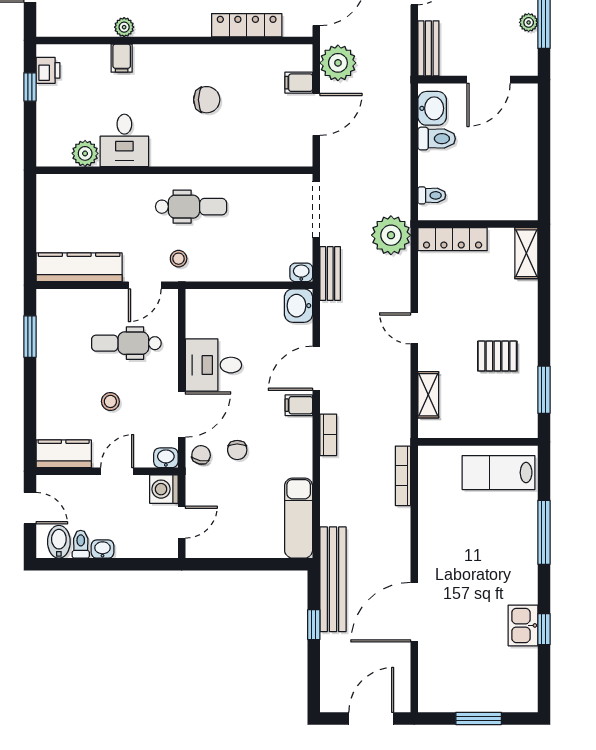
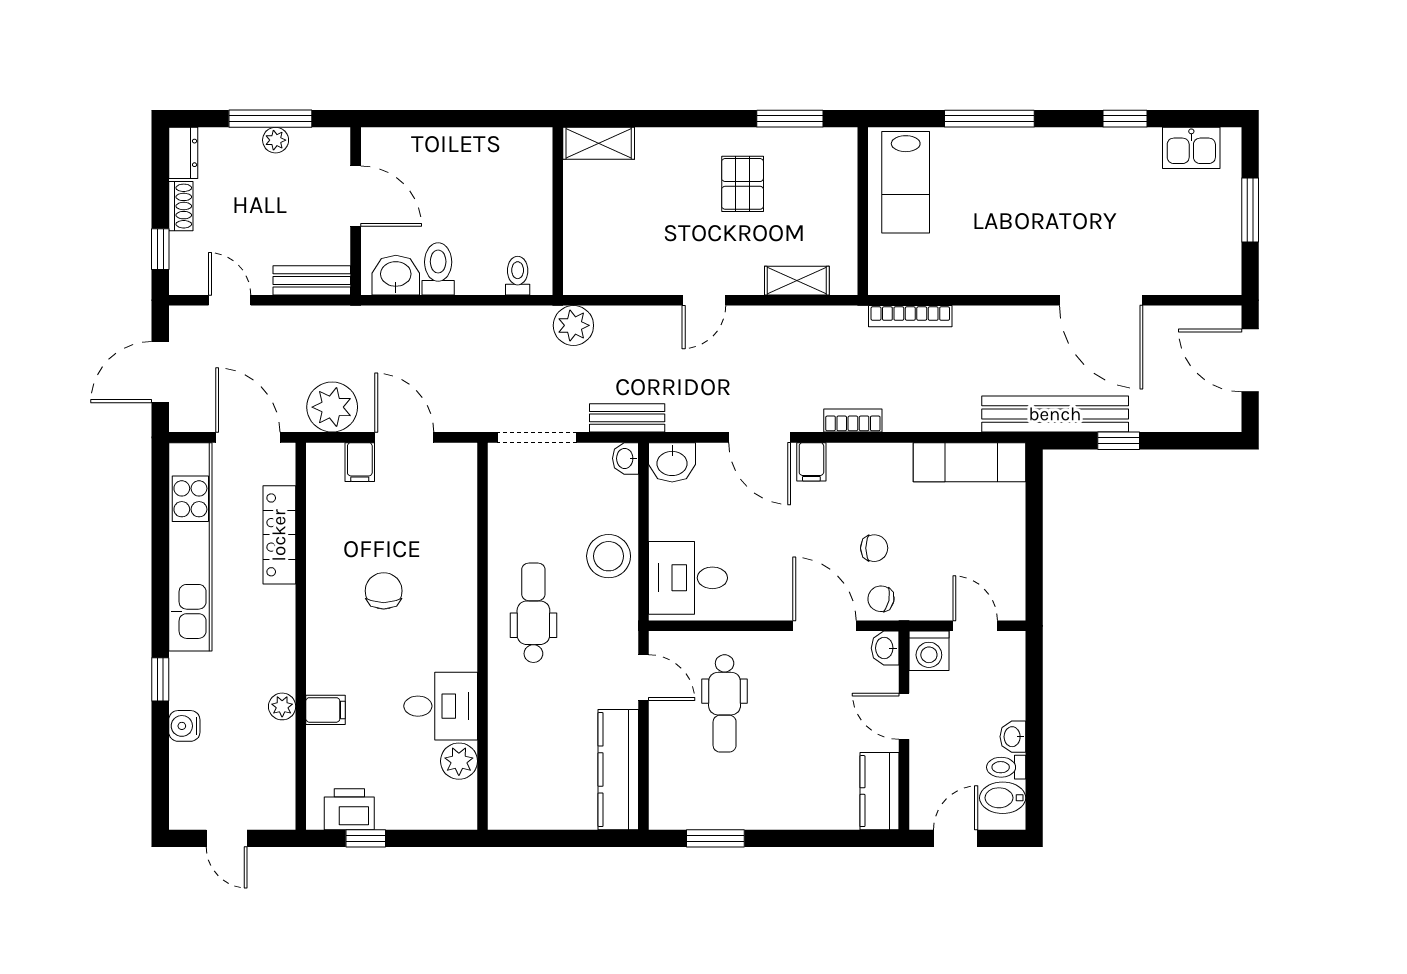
printer: (48, 70) -> (349, 809), width x1.36, depth x1.24
plant: (391, 235) -> (573, 325), width x0.73, depth x0.73
locker: (453, 239) -> (579, 247), removed
stool: (179, 259) -> (609, 556), moved, width x1.89, depth x1.89
desk: (213, 365) -> (688, 578), moved, turned 90
stool: (110, 401) -> (806, 726), removed
kitchen sink: (523, 625) -> (1191, 148), moved

